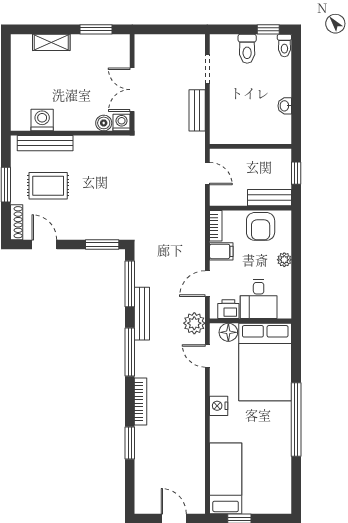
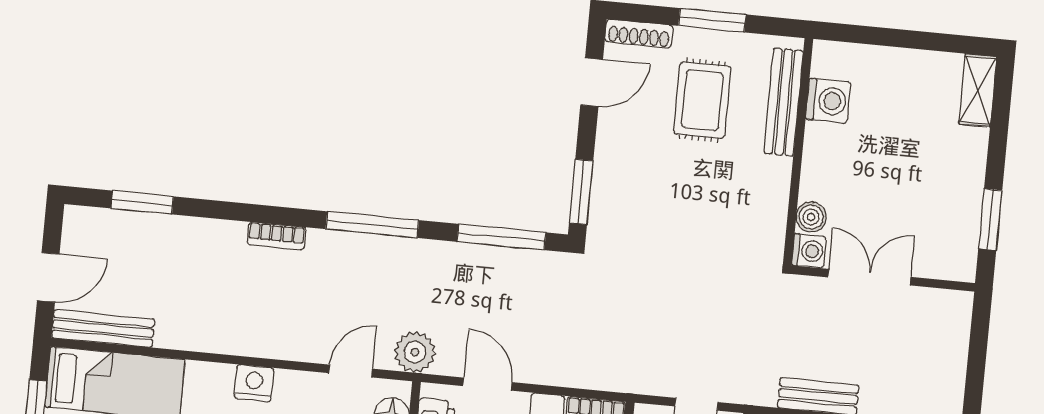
shelving: (51, 42) -> (978, 90), moved
bench: (142, 314) -> (103, 329), moved
bookcase: (141, 401) -> (276, 236), width x0.64
window: (130, 443) -> (142, 202), moved

